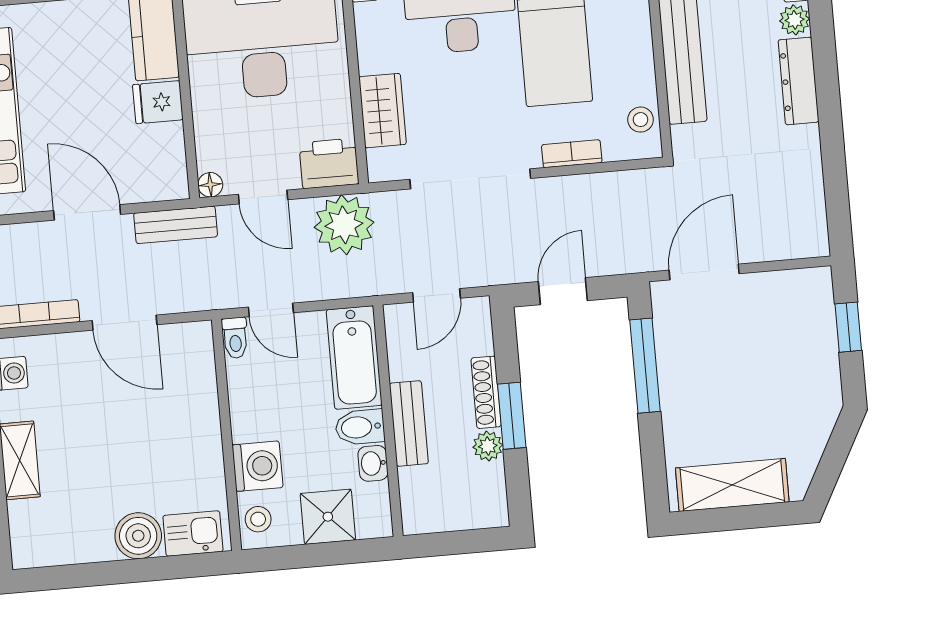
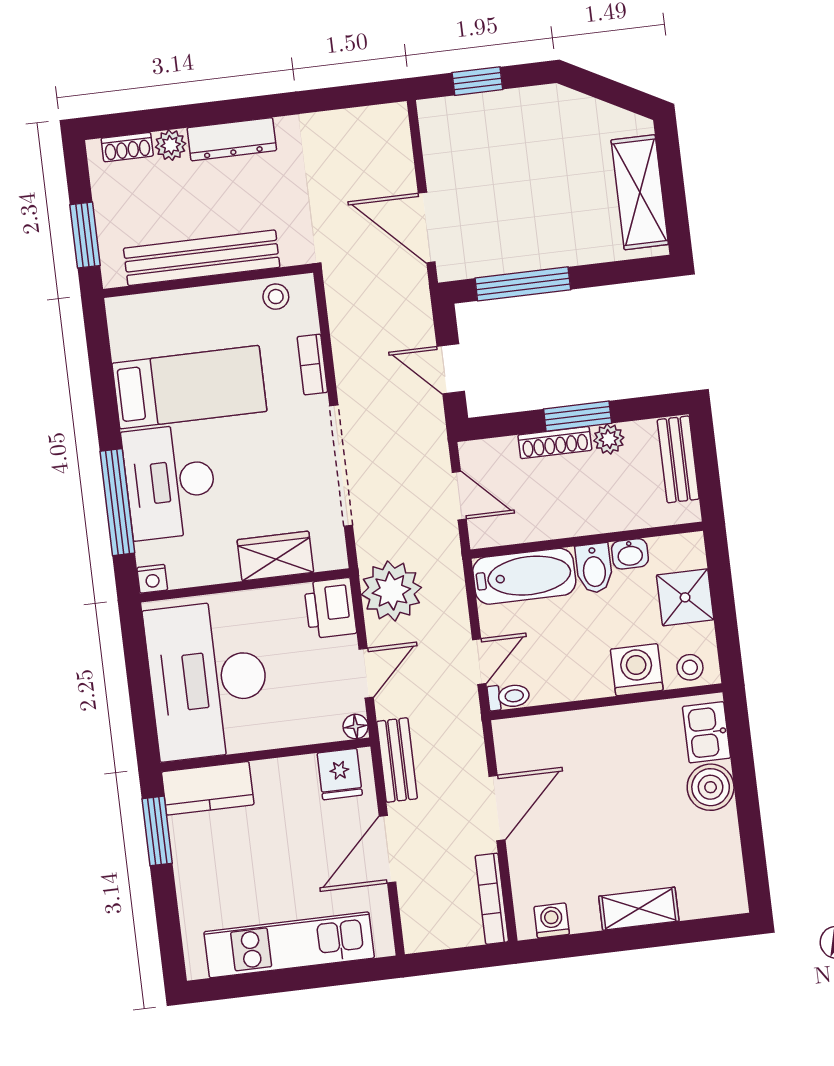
fridge: (158, 102) -> (340, 774), moved
bench: (409, 423) -> (678, 459), moved, turned 90

